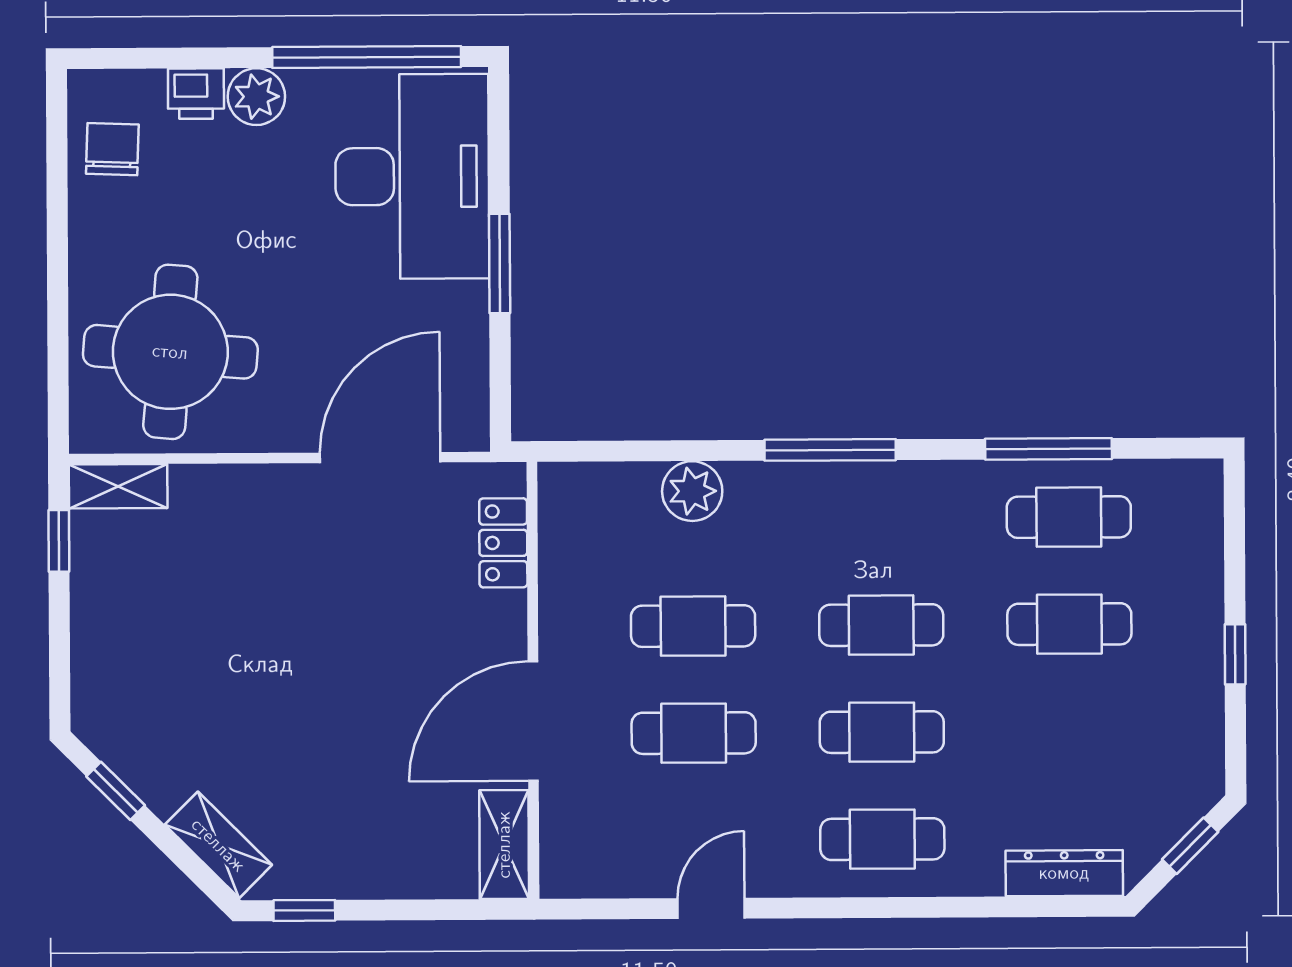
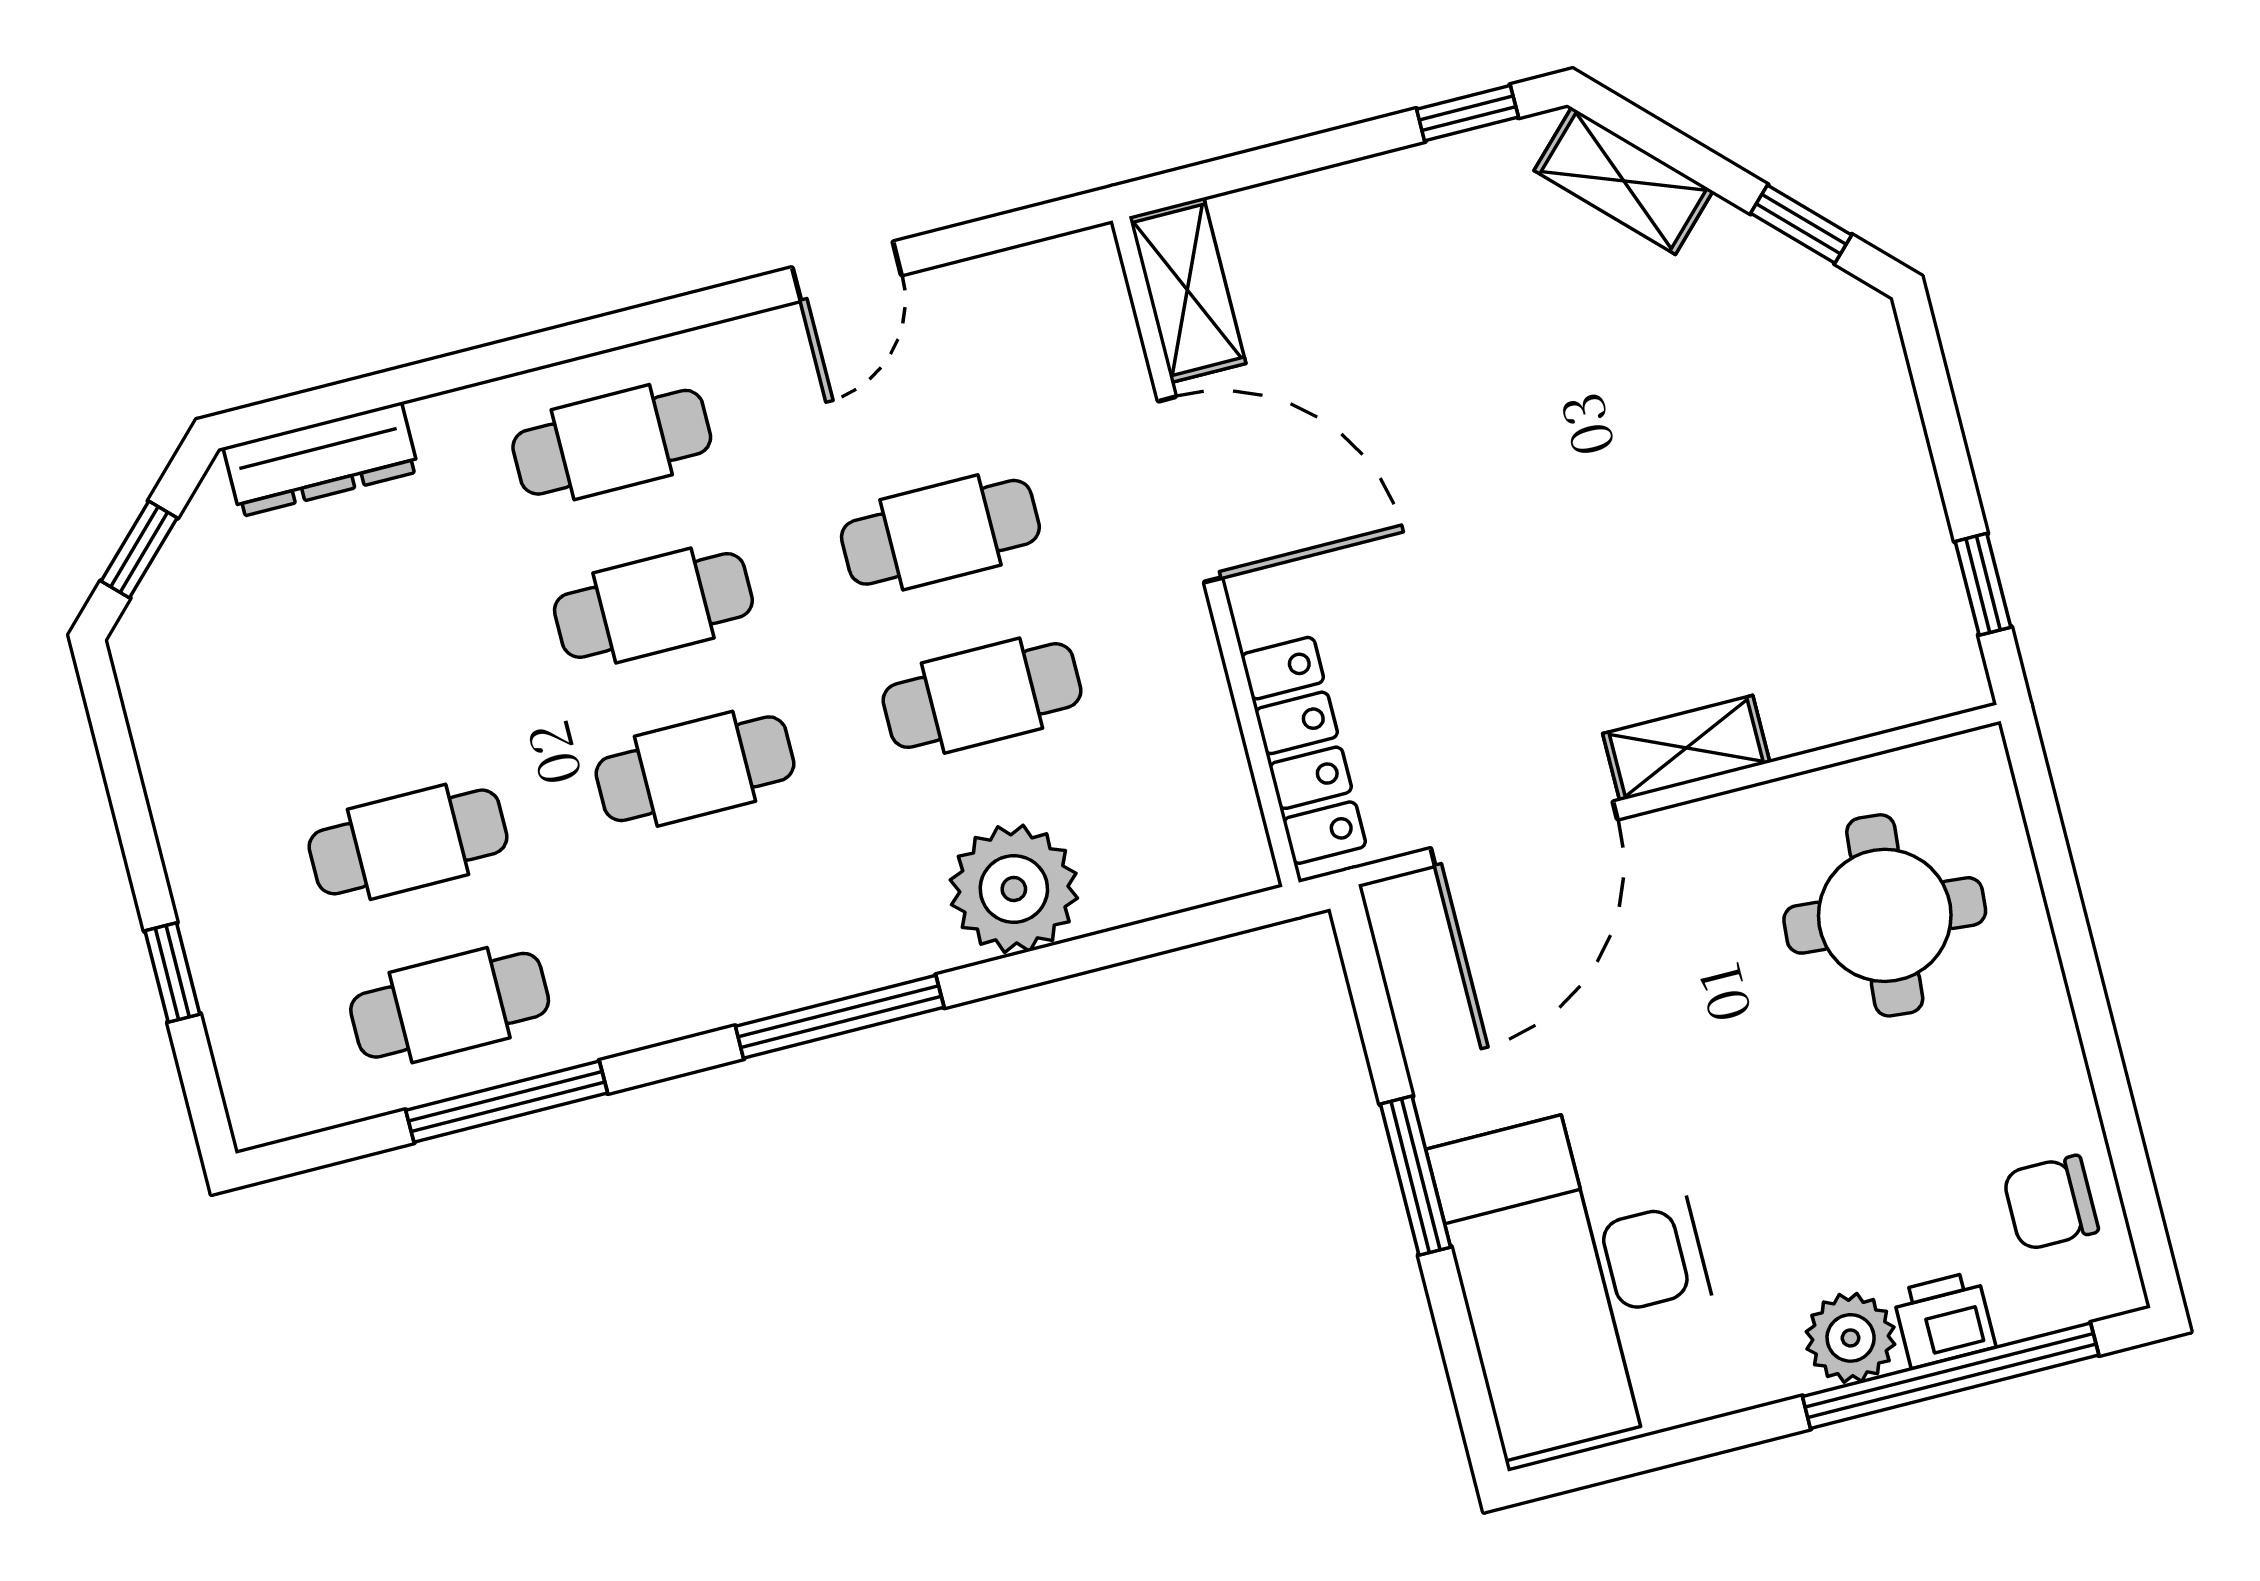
window: (367, 57) -> (1951, 1376), moved
chair: (112, 149) -> (2051, 1203), turned 88
round table: (170, 352) -> (1885, 915), width x0.73, depth x0.73
shelving: (118, 486) -> (1686, 748), moved
plant: (692, 491) -> (1014, 889), width x1.36, depth x1.36
locker: (503, 543) -> (1304, 750), width x1.53
window: (1235, 654) -> (172, 972), moved
door: (533, 721) -> (1190, 489), hinge flipped

